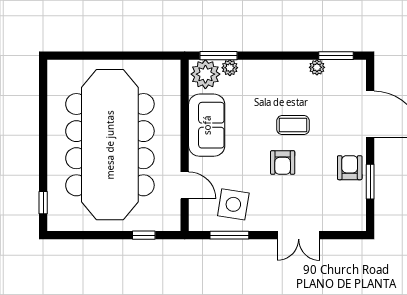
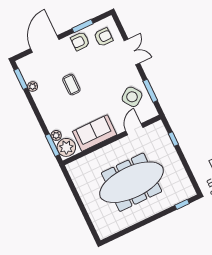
meeting table: (110, 145) -> (132, 182), width x0.73, depth x0.79
armchair: (283, 162) -> (103, 37), moved
side table: (233, 204) -> (132, 97), turned 45

